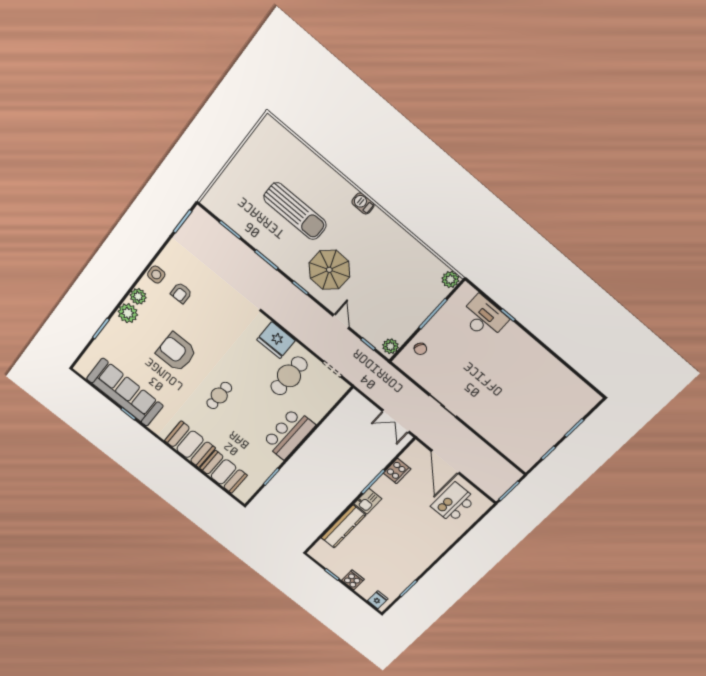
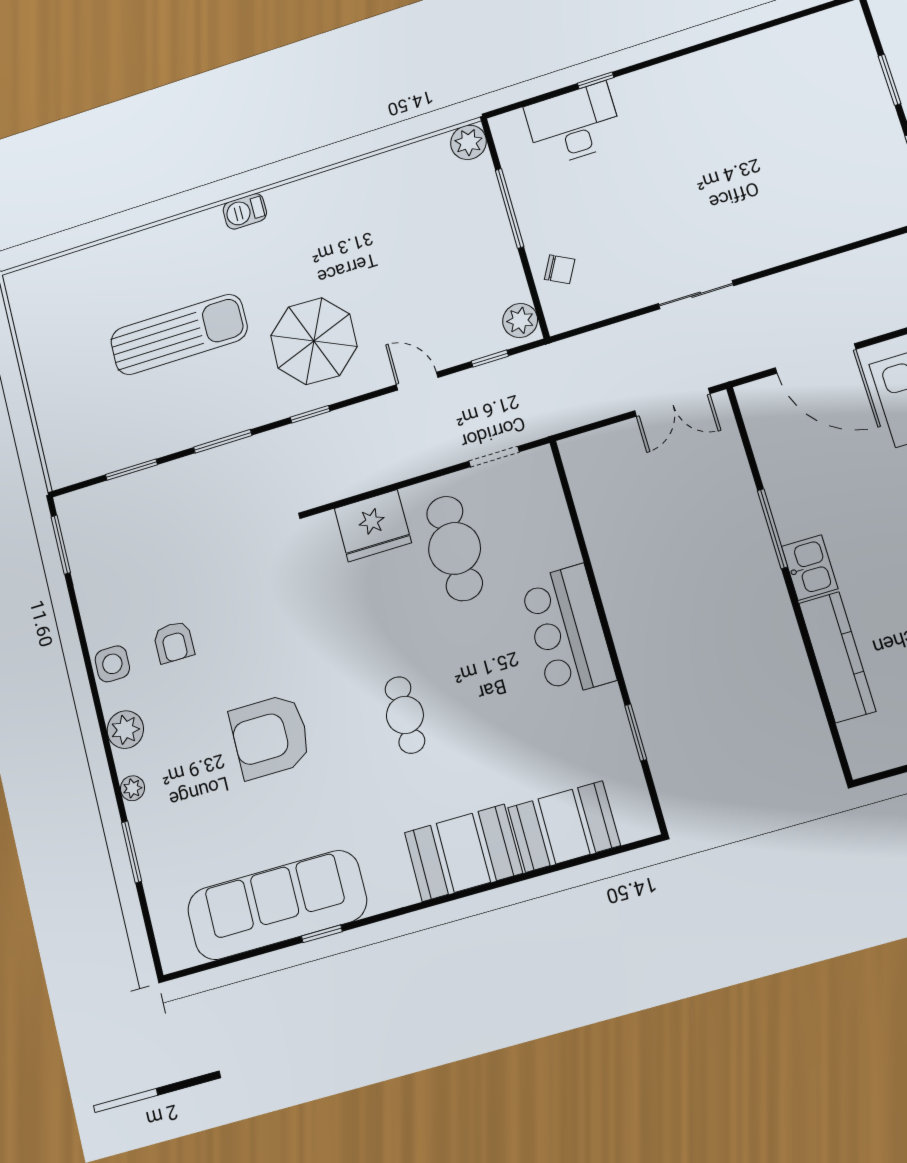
plant: (128, 313) -> (132, 788), width x0.53, depth x0.53
cooker: (397, 471) -> (778, 466), removed

